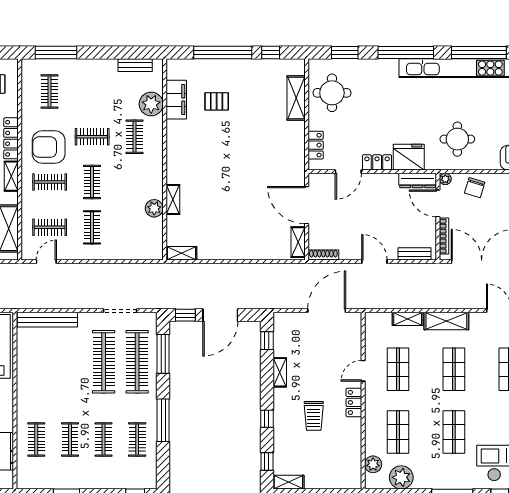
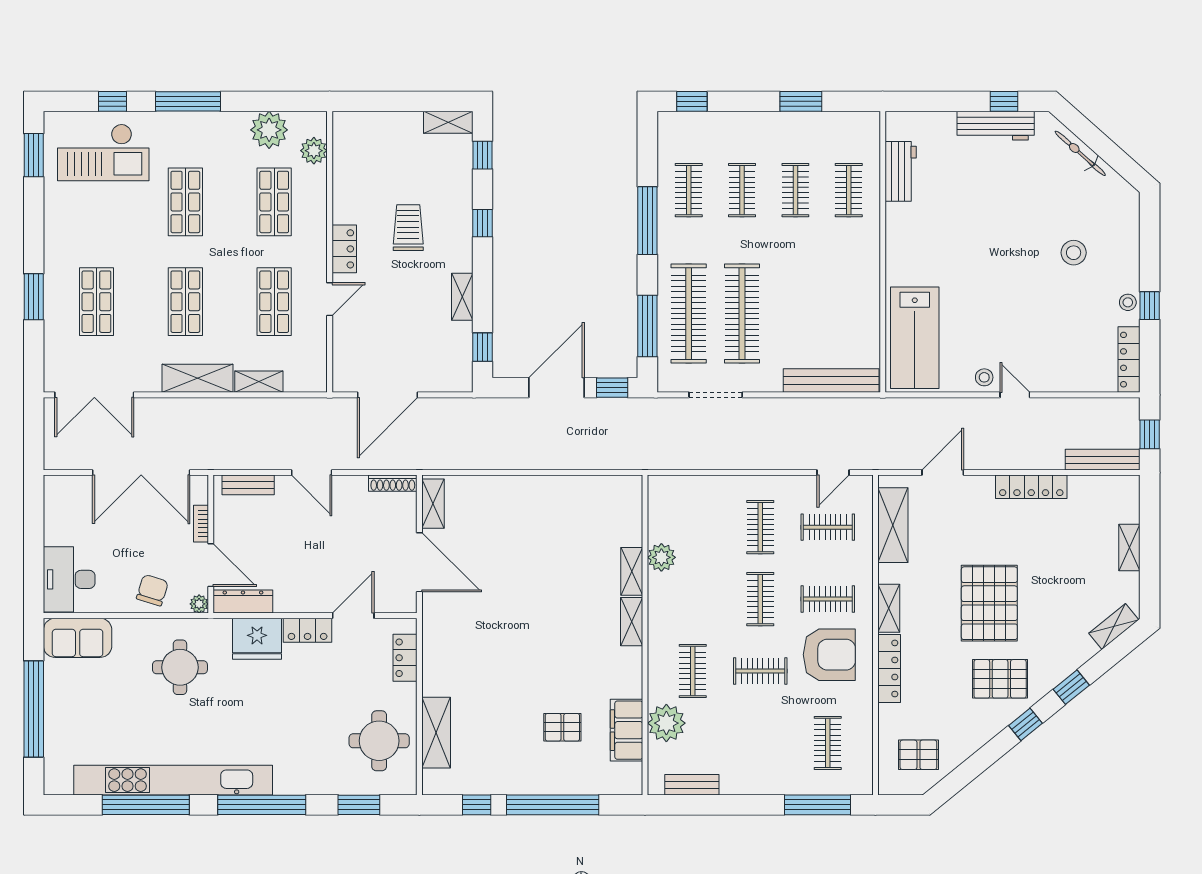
bookcase: (444, 236) -> (201, 524), width x0.64
shelving: (181, 253) -> (632, 622), moved, turned 90

